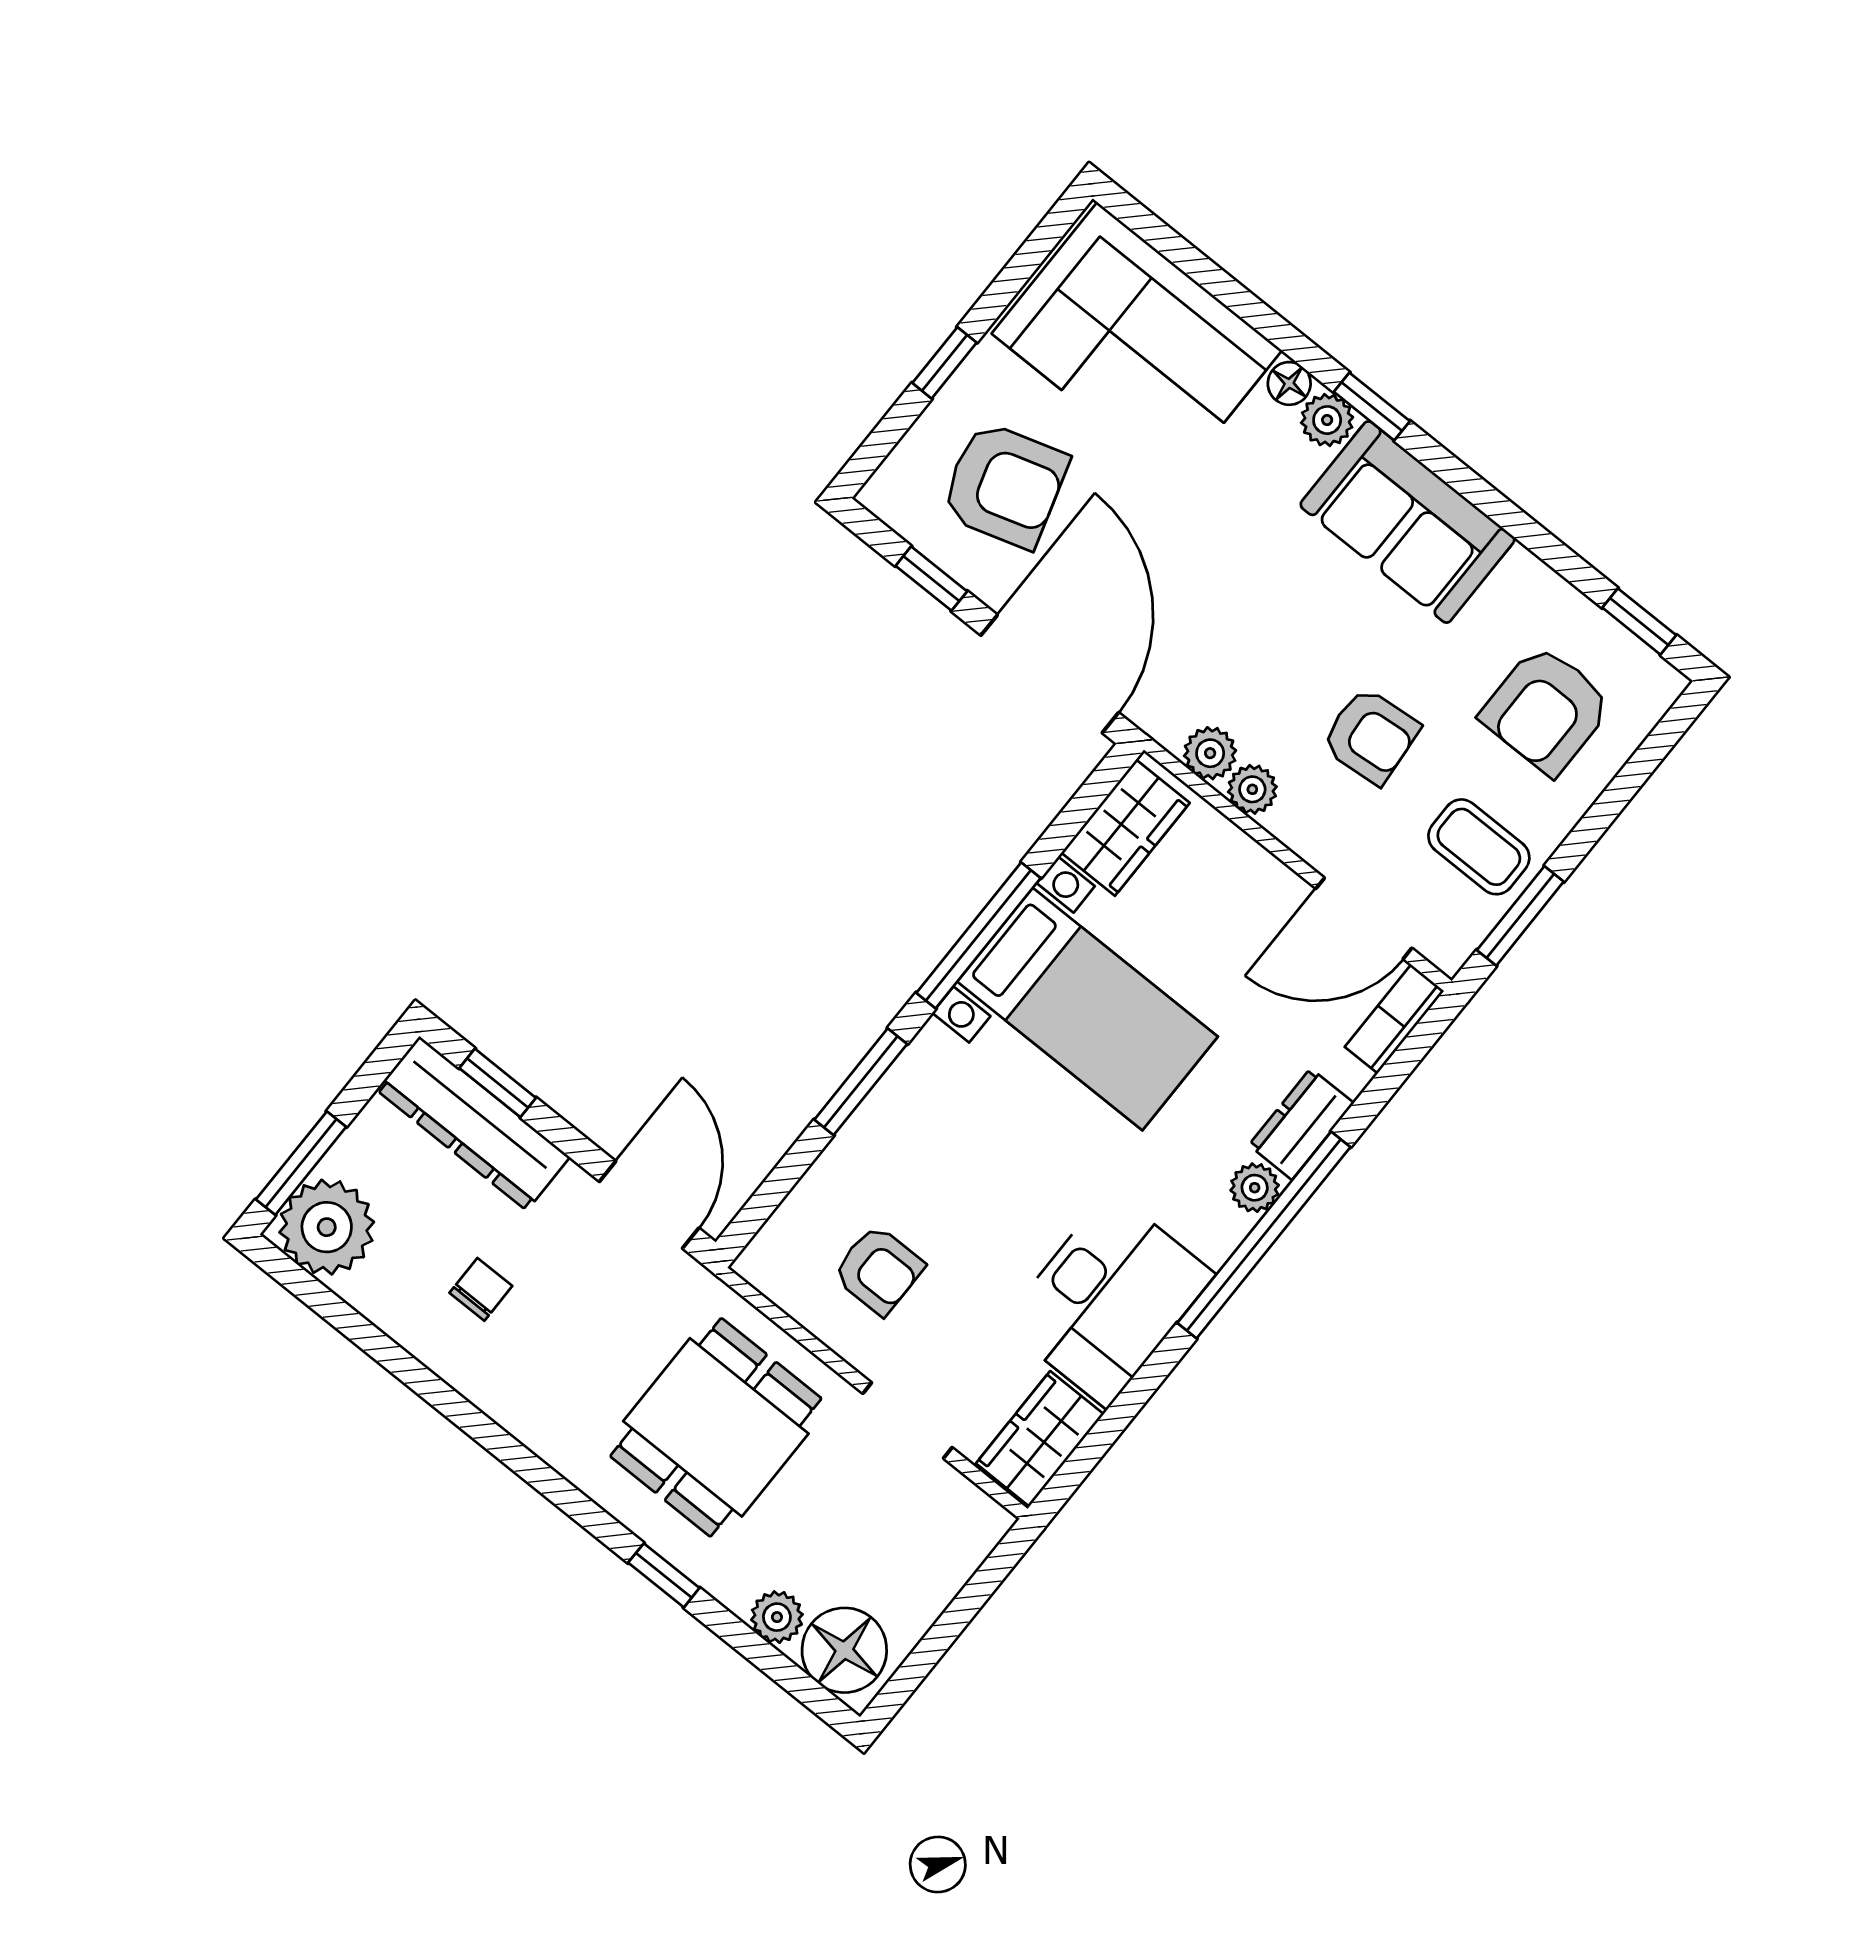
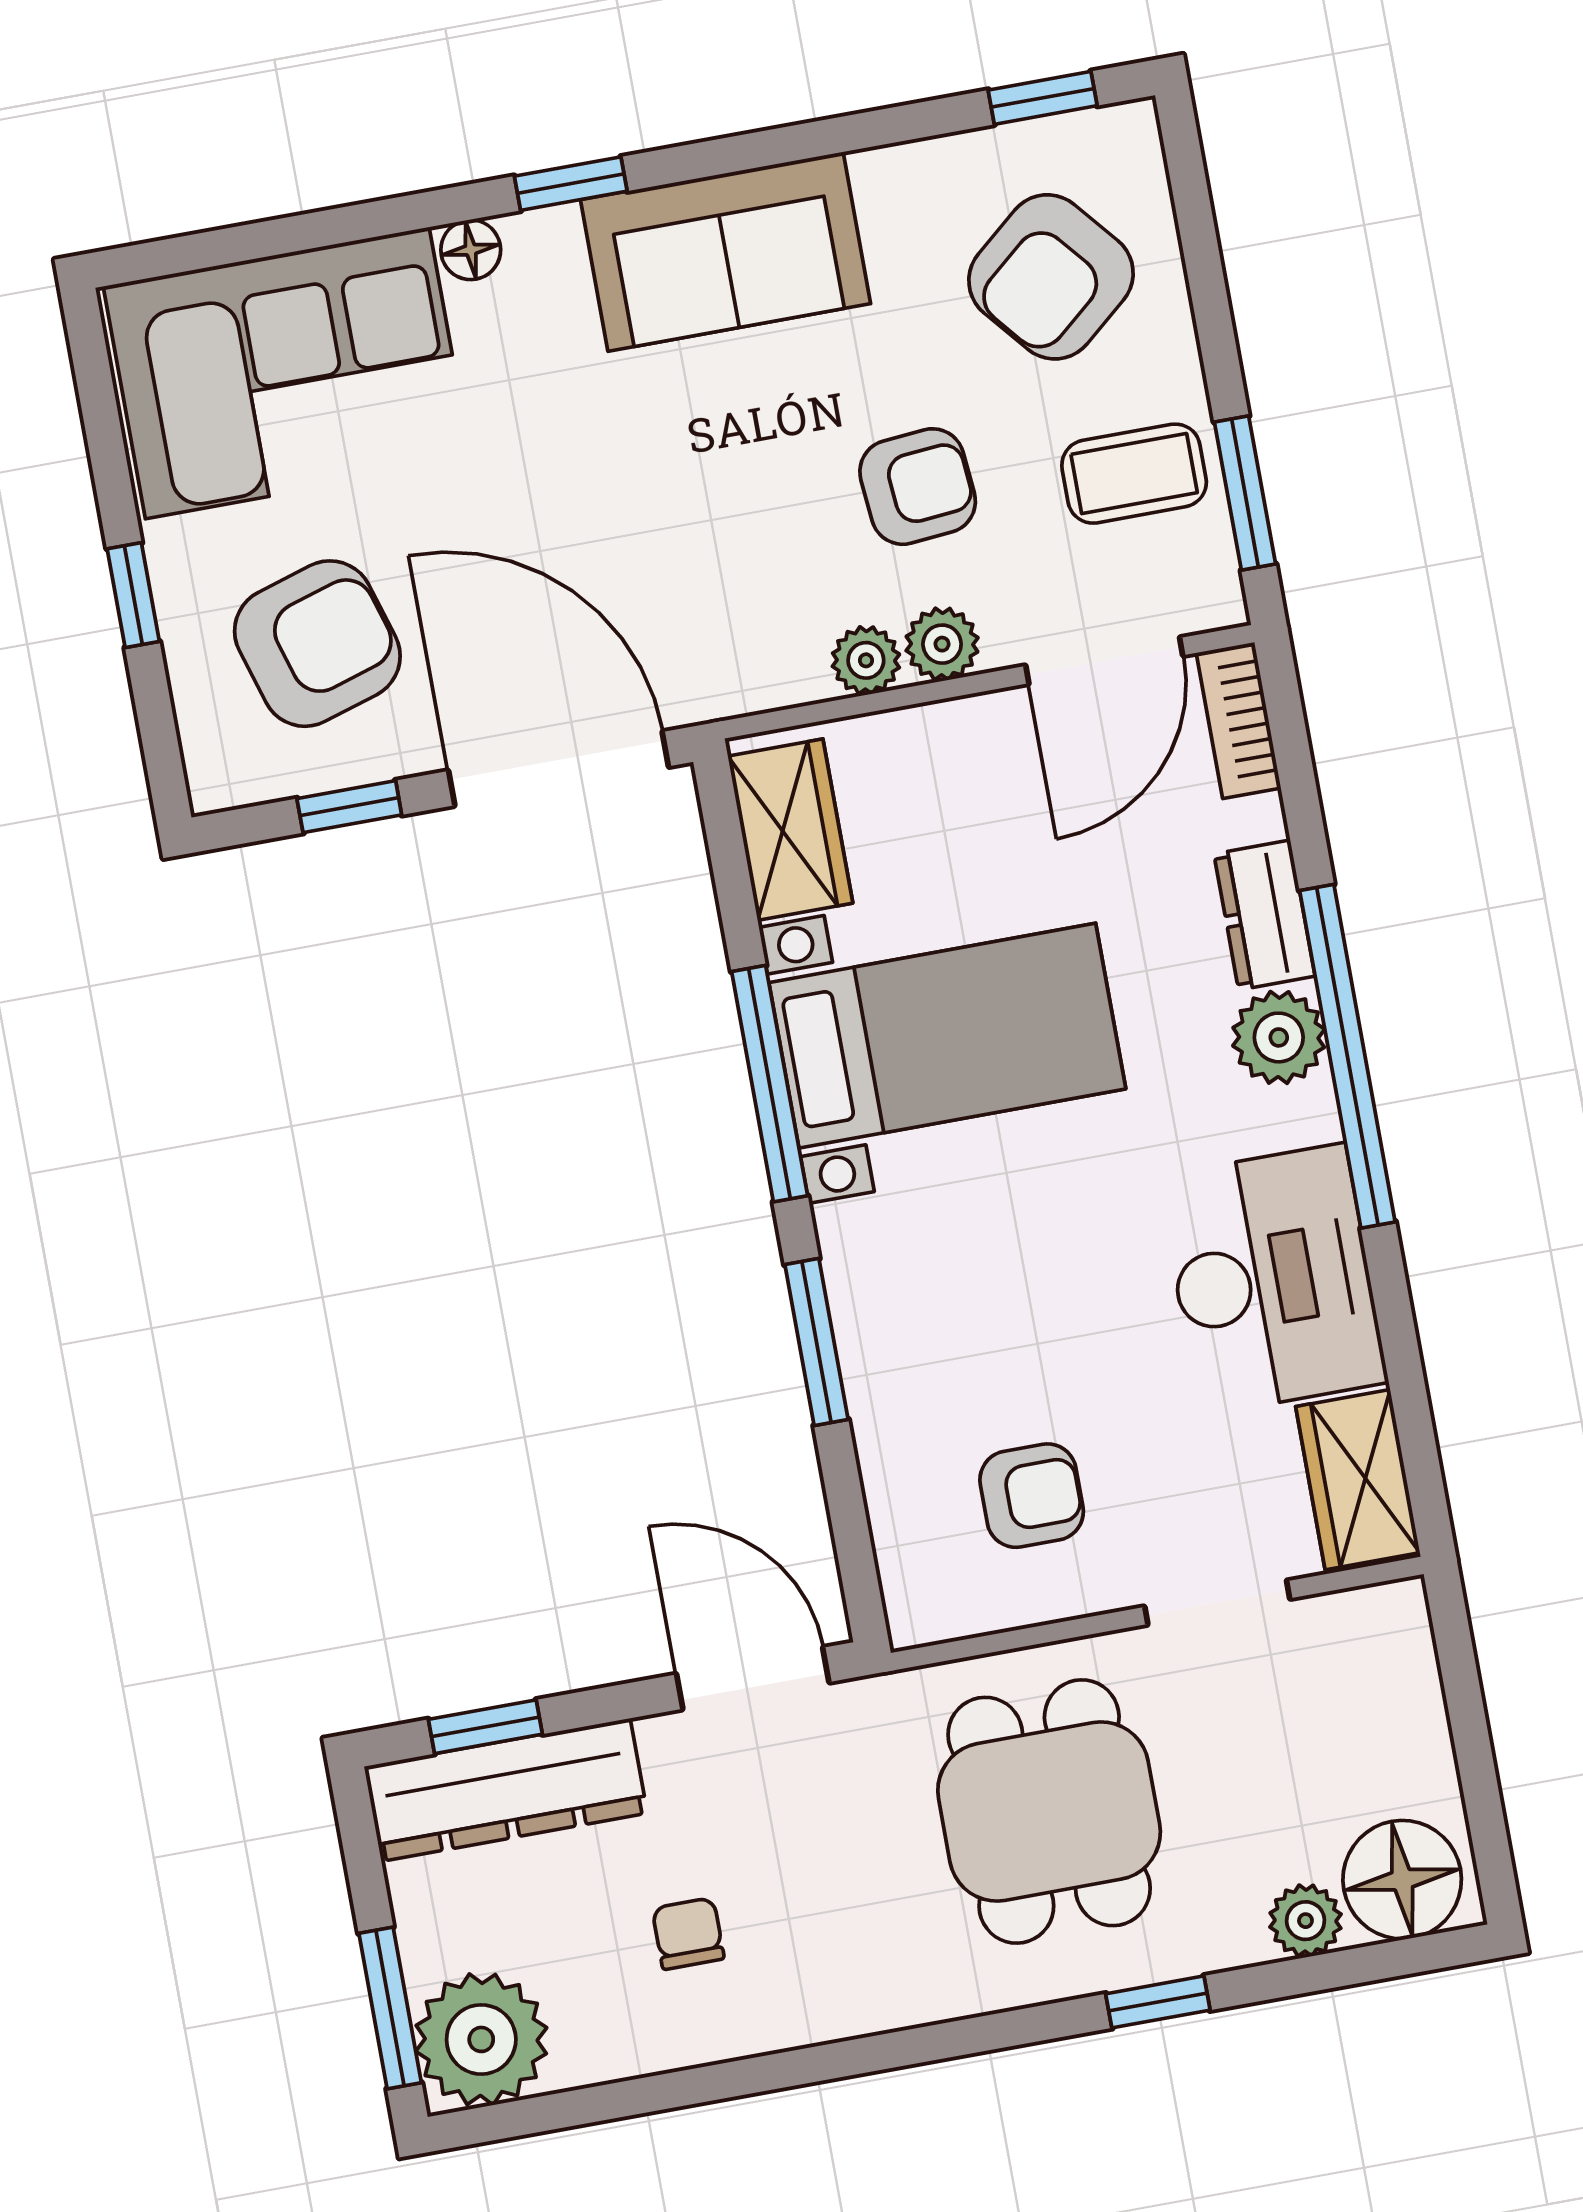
plant: (1327, 420) -> (544, 243), removed
armchair: (1546, 710) -> (1051, 277), turned 50
plant: (1210, 753) -> (942, 644), moved
plant: (1255, 1188) -> (1279, 1037), width x1.38, depth x1.38

